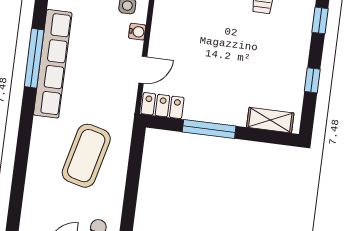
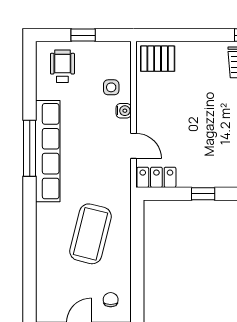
door: (143, 70) -> (134, 146), hinge flipped
window: (209, 129) -> (203, 194), width x0.46

